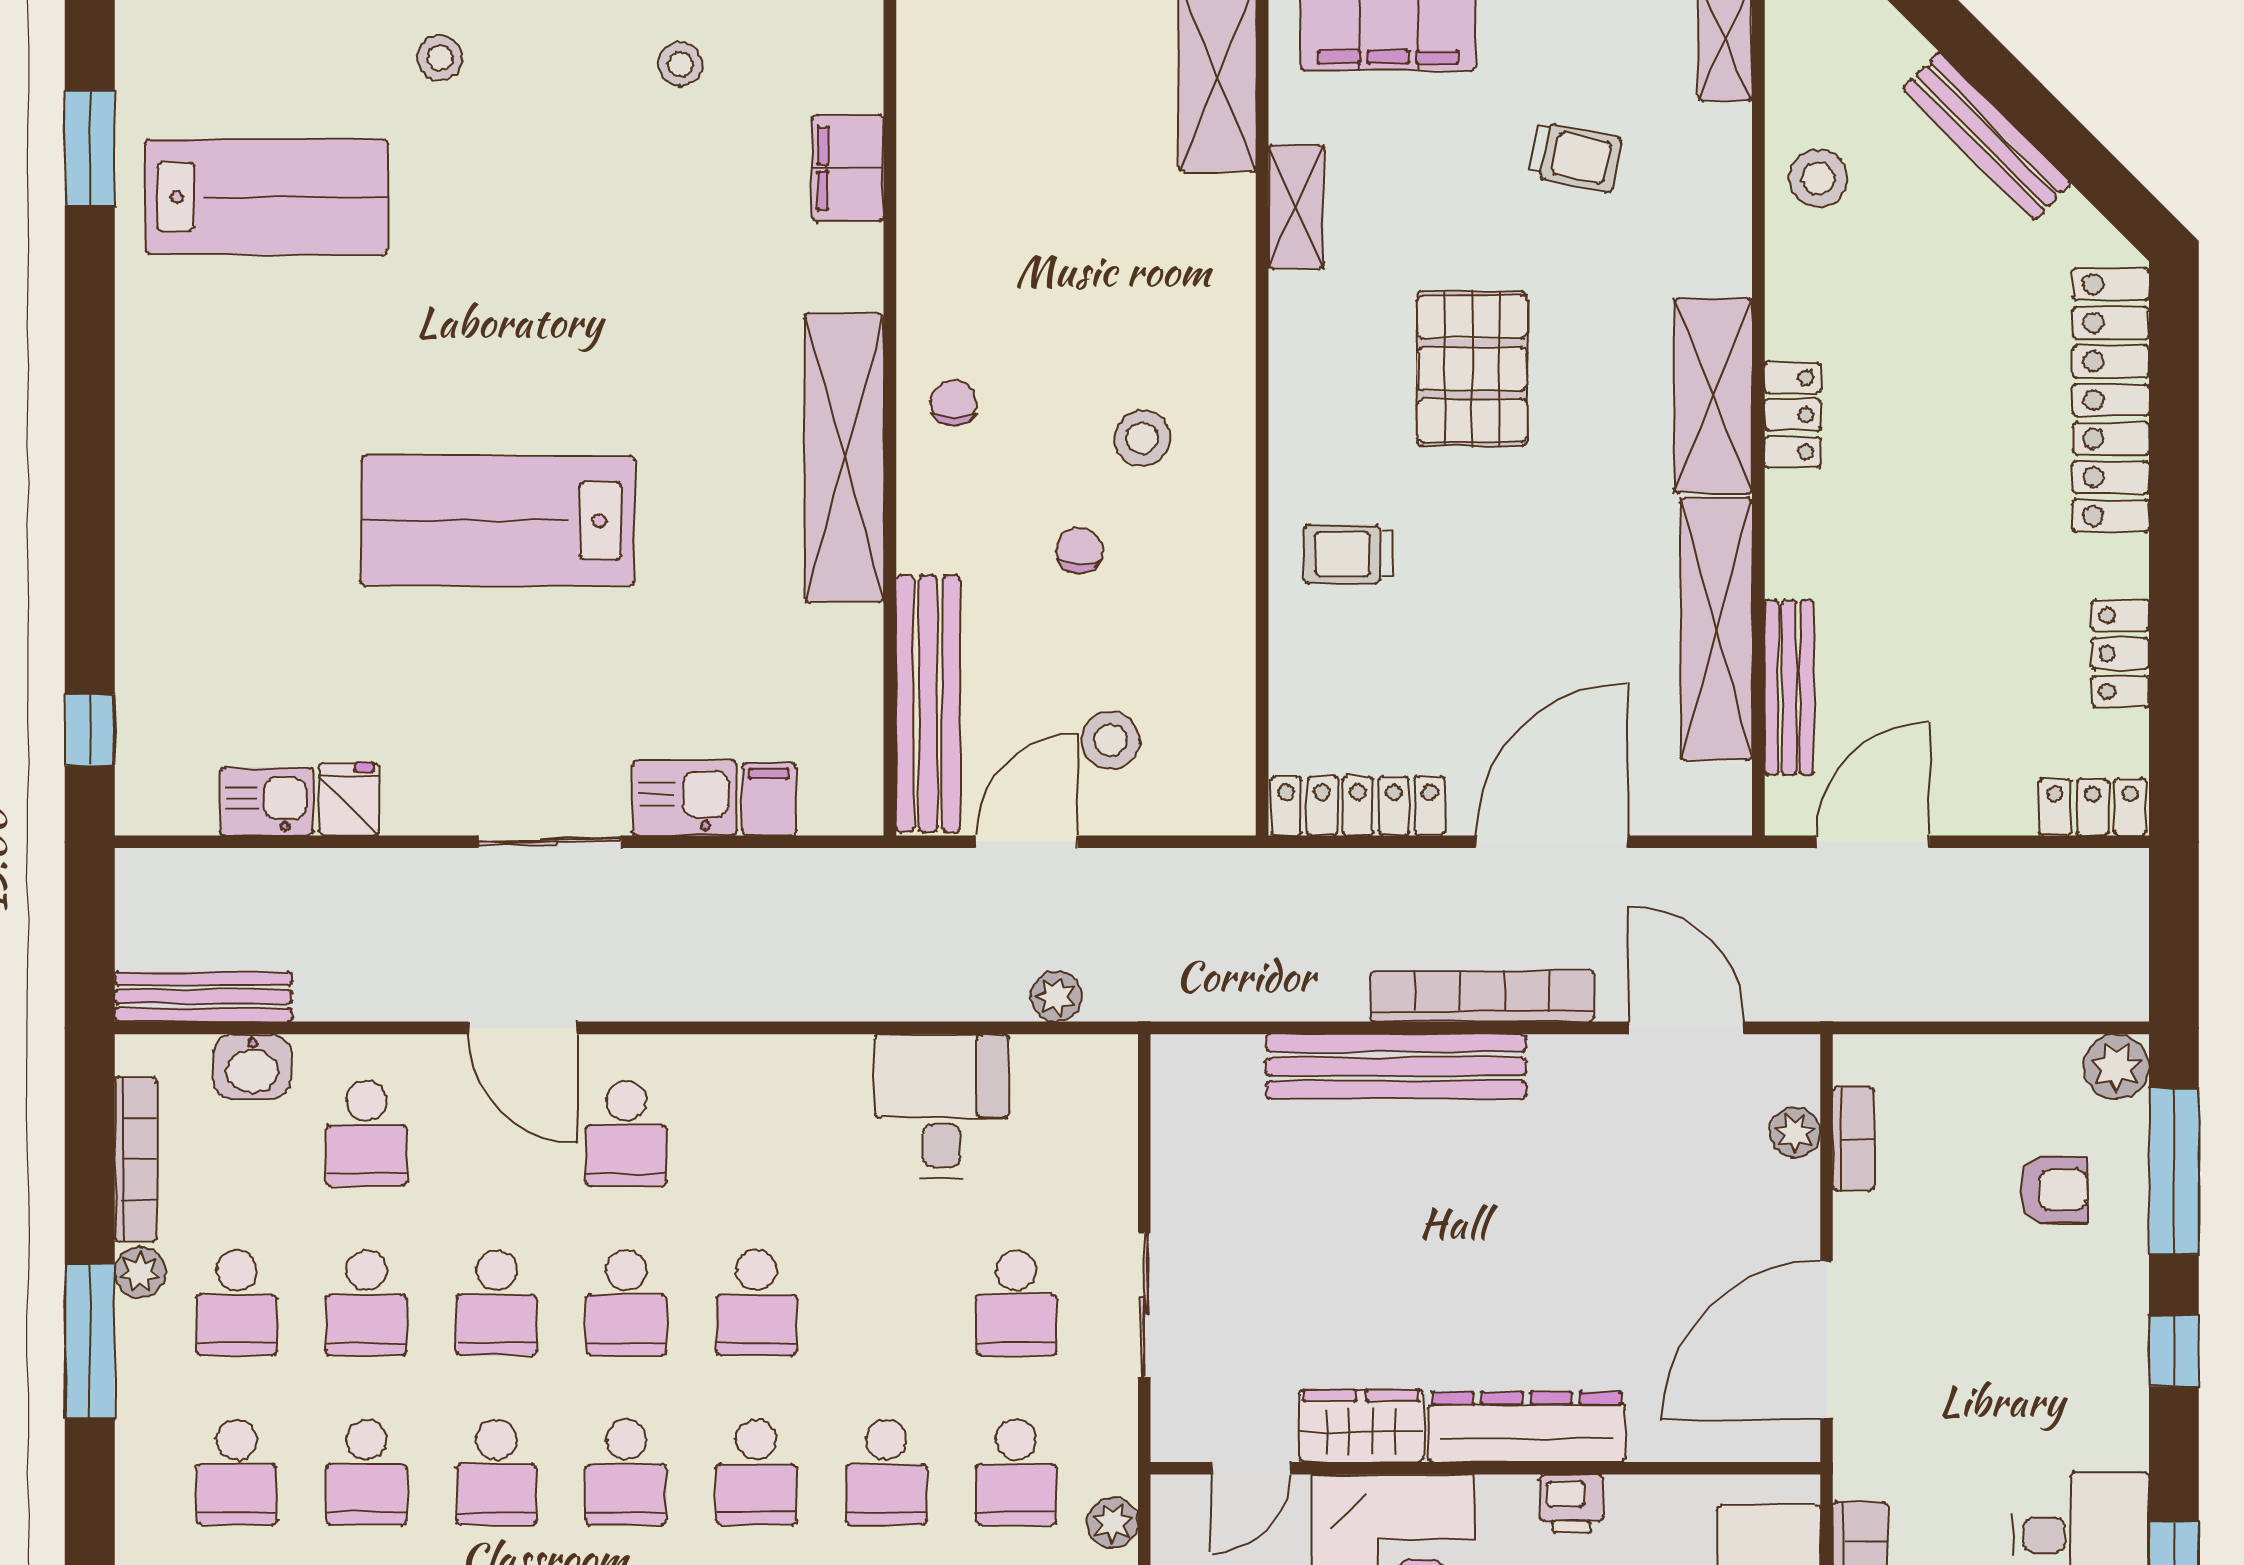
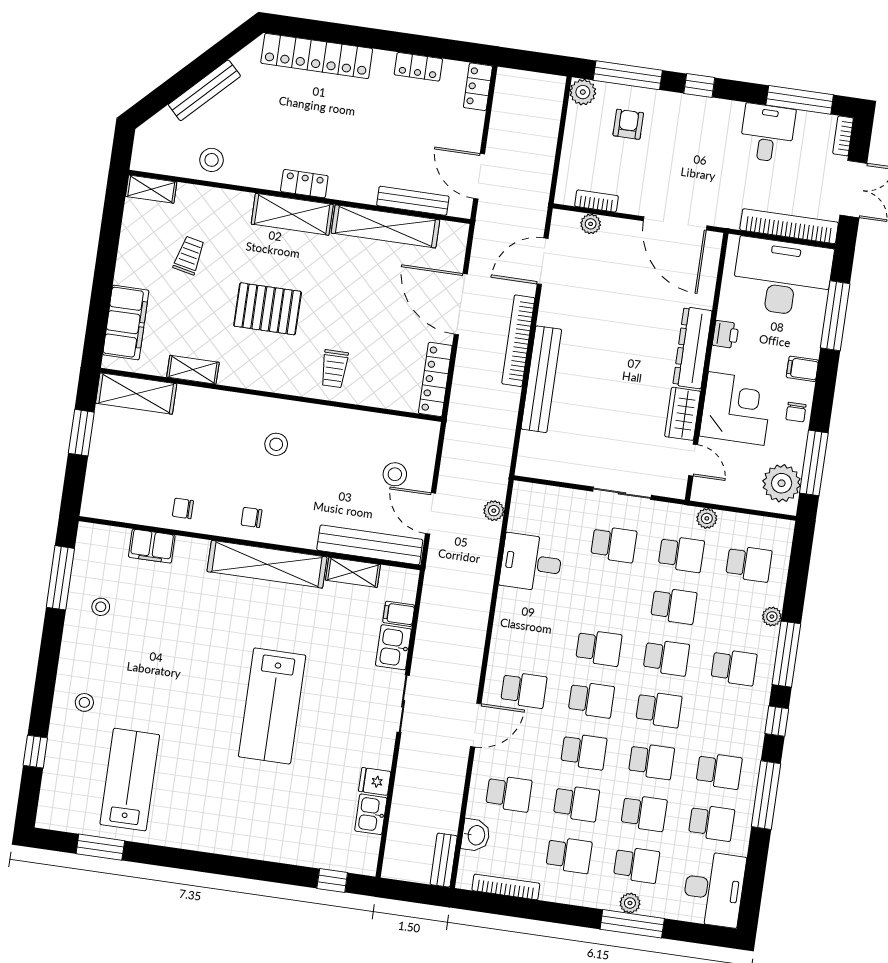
chair: (1079, 551) -> (183, 508), moved
shelving: (855, 672) -> (353, 572), added
bench: (203, 997) -> (444, 860), width x0.73
plant: (140, 1272) -> (630, 903), moved
window: (90, 1341) -> (632, 924), moved

